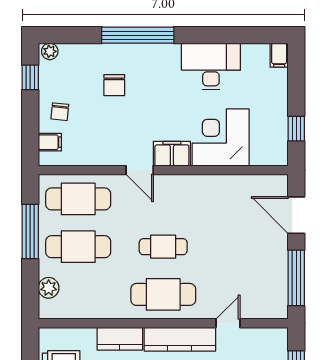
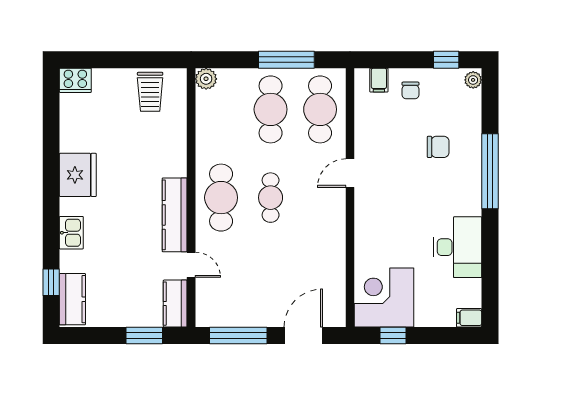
chair: (114, 85) -> (438, 147), turned 180
chair: (60, 112) -> (410, 90), turned -96
corner desk: (221, 138) -> (384, 298), moved, turned -90
filing cabinet: (172, 154) -> (367, 207), removed
plant: (49, 288) -> (206, 79), moved
kitchen counter: (120, 339) -> (175, 304), moved

